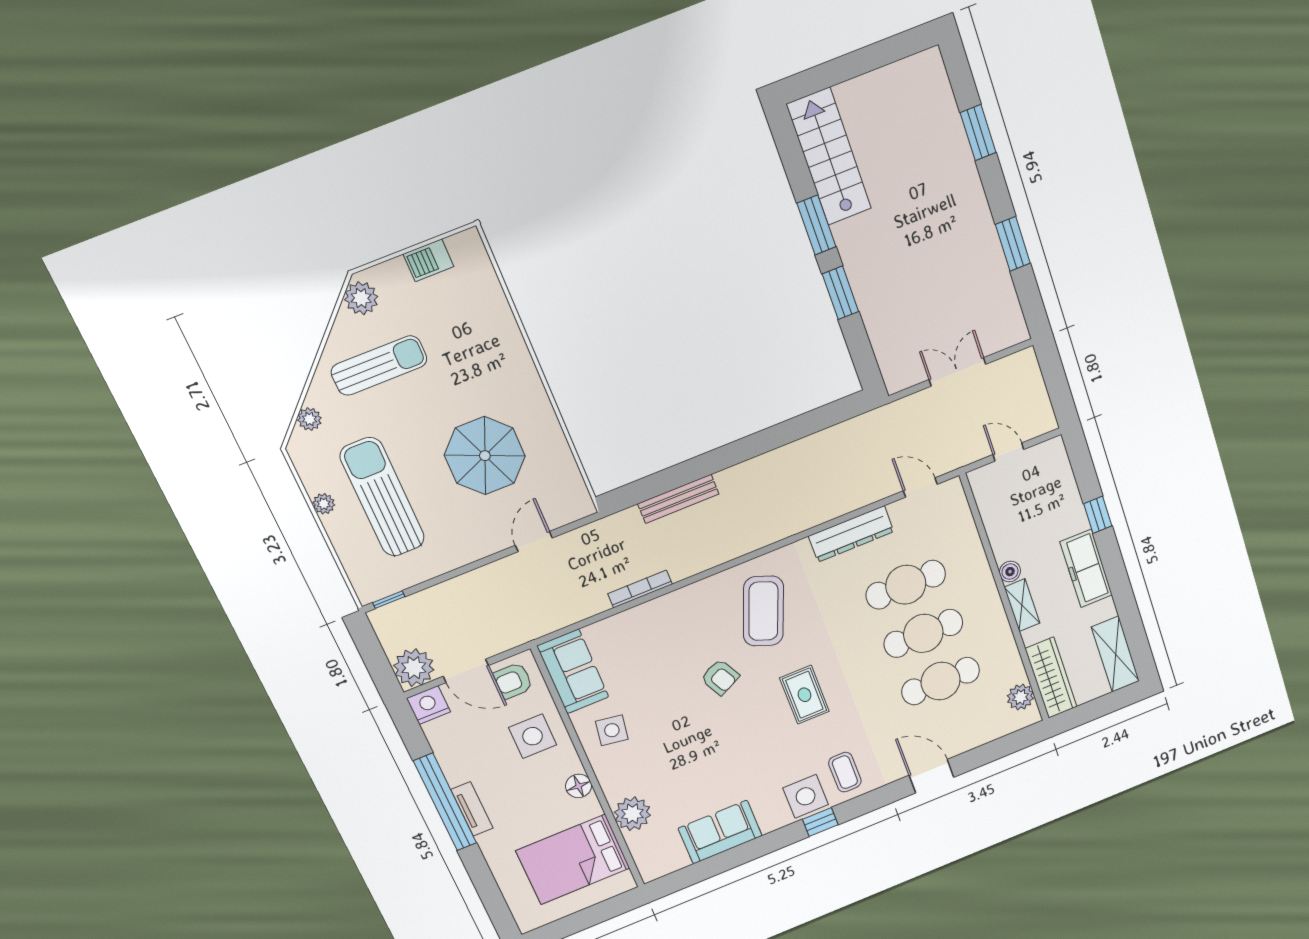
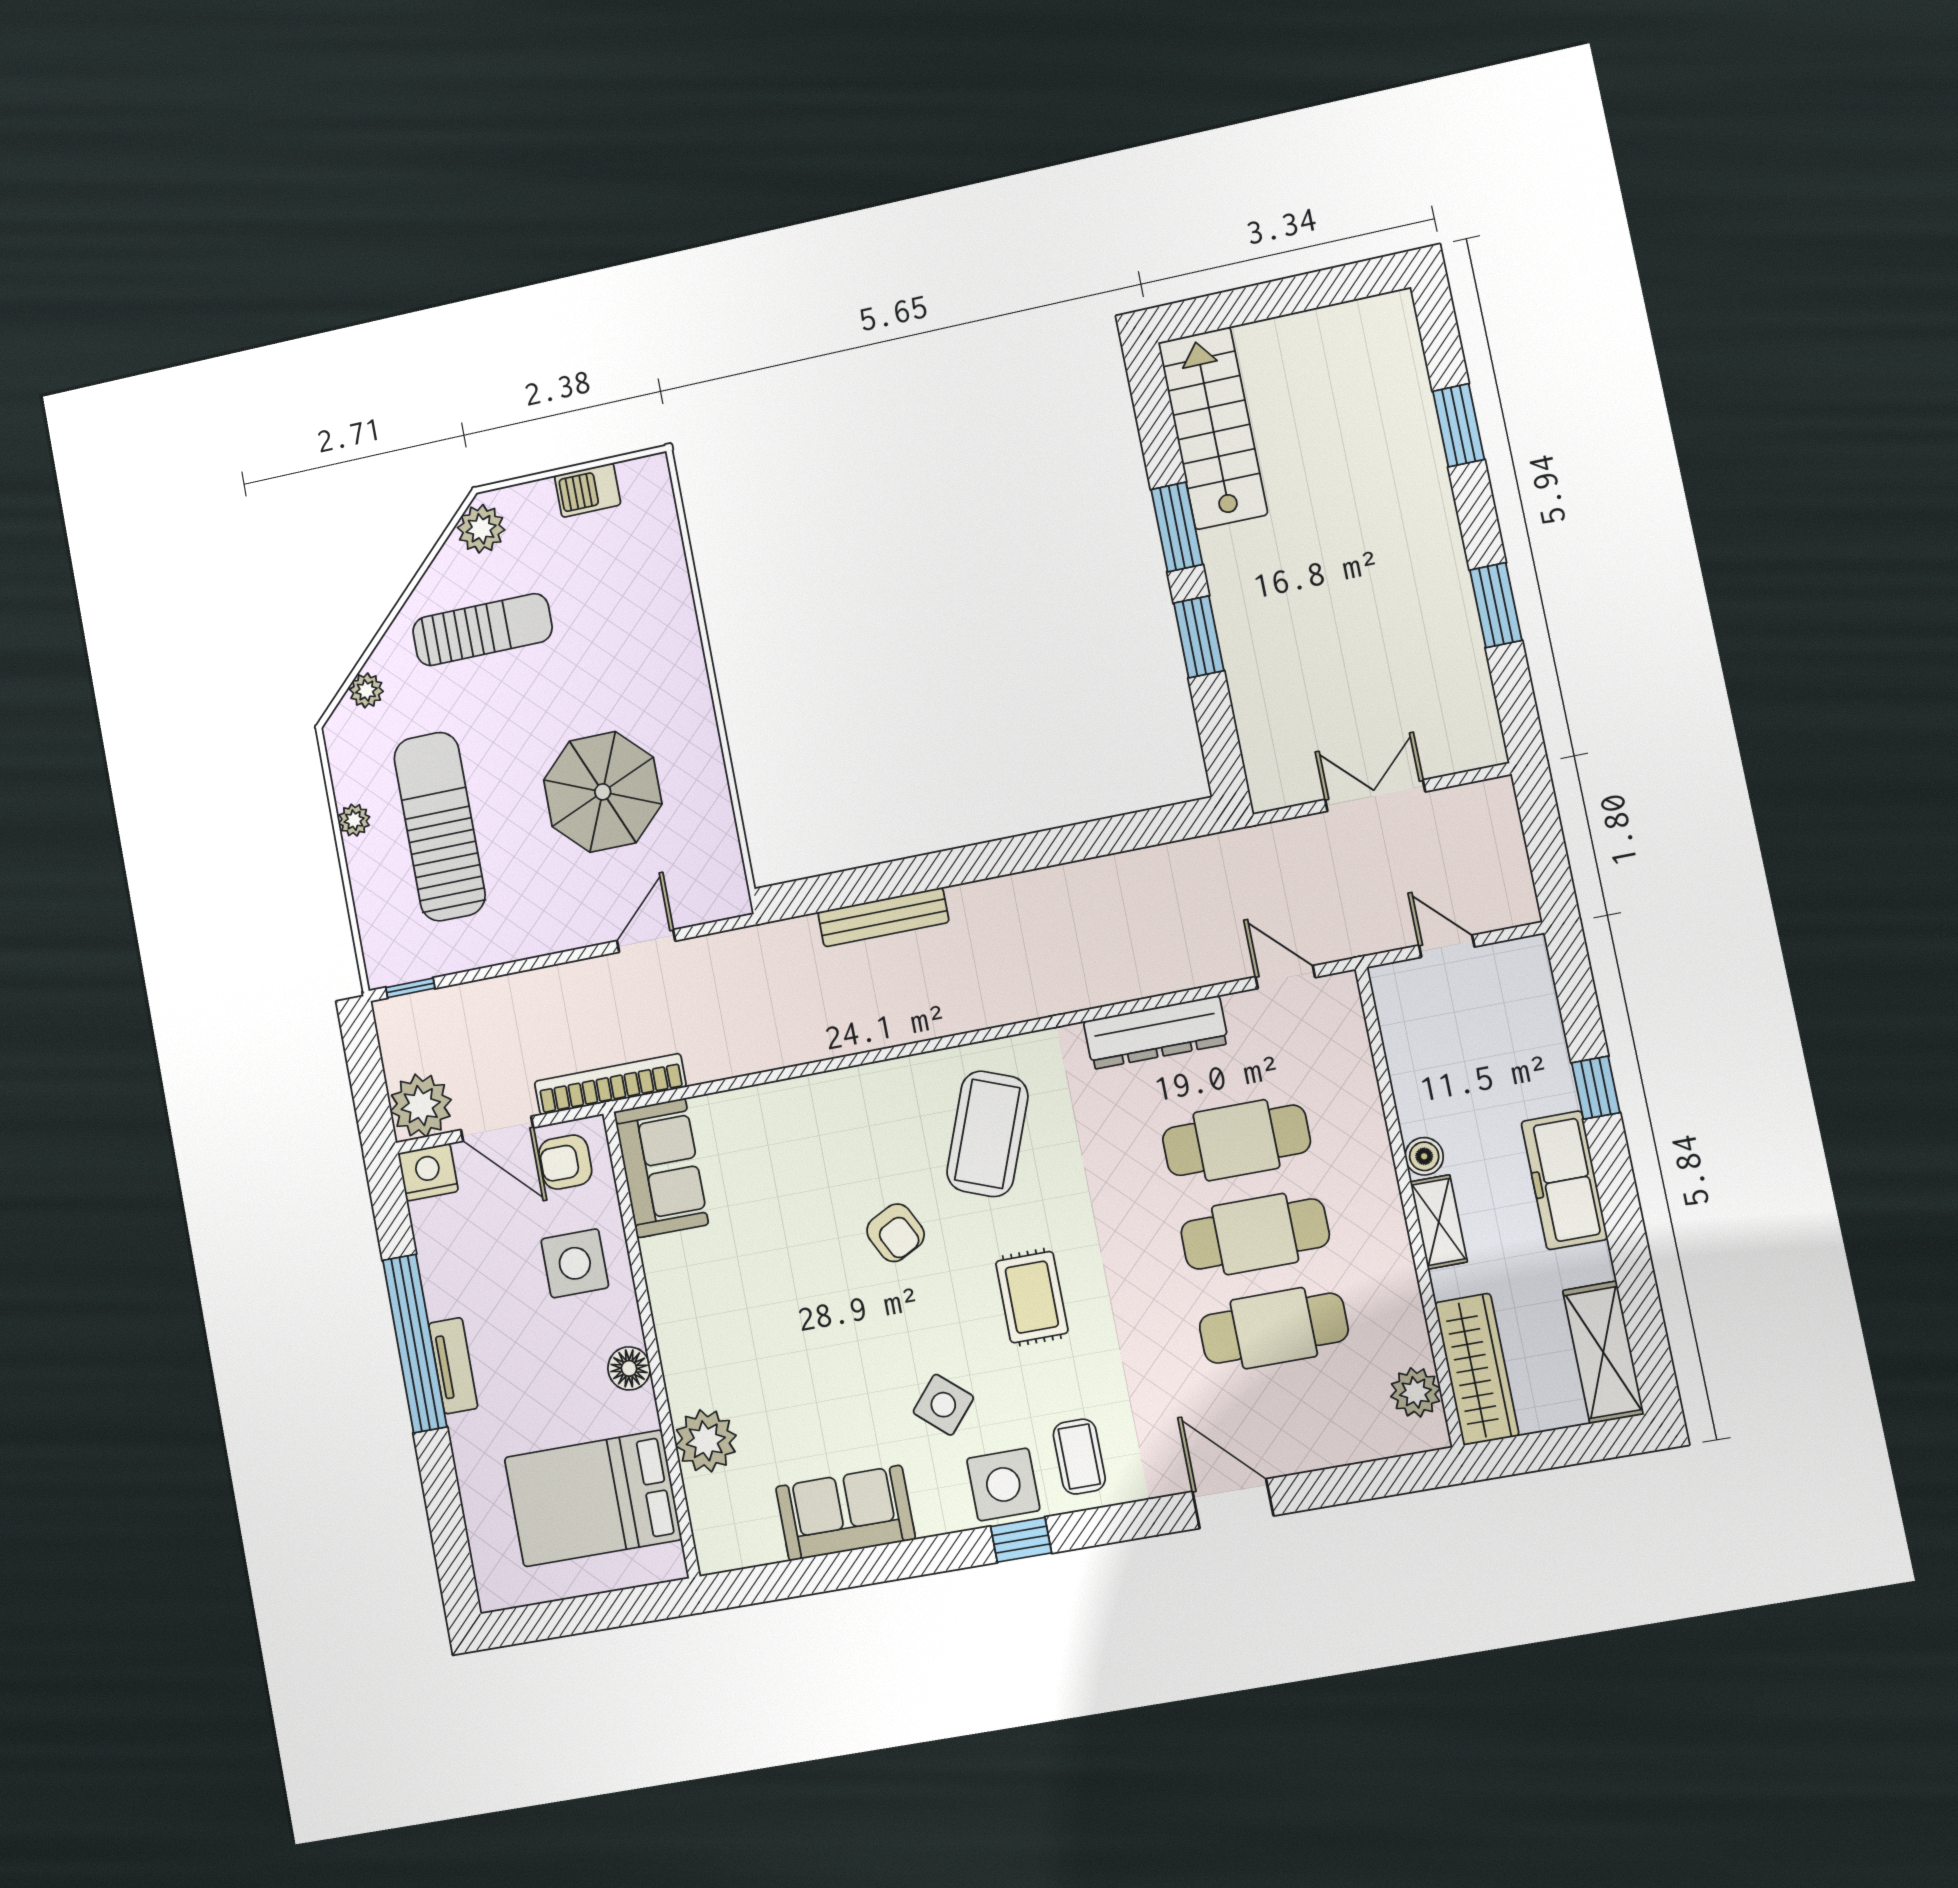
bookcase: (640, 589) -> (610, 1084), moved, width x1.48, depth x1.31
side table: (612, 730) -> (943, 1405), moved, turned 32

